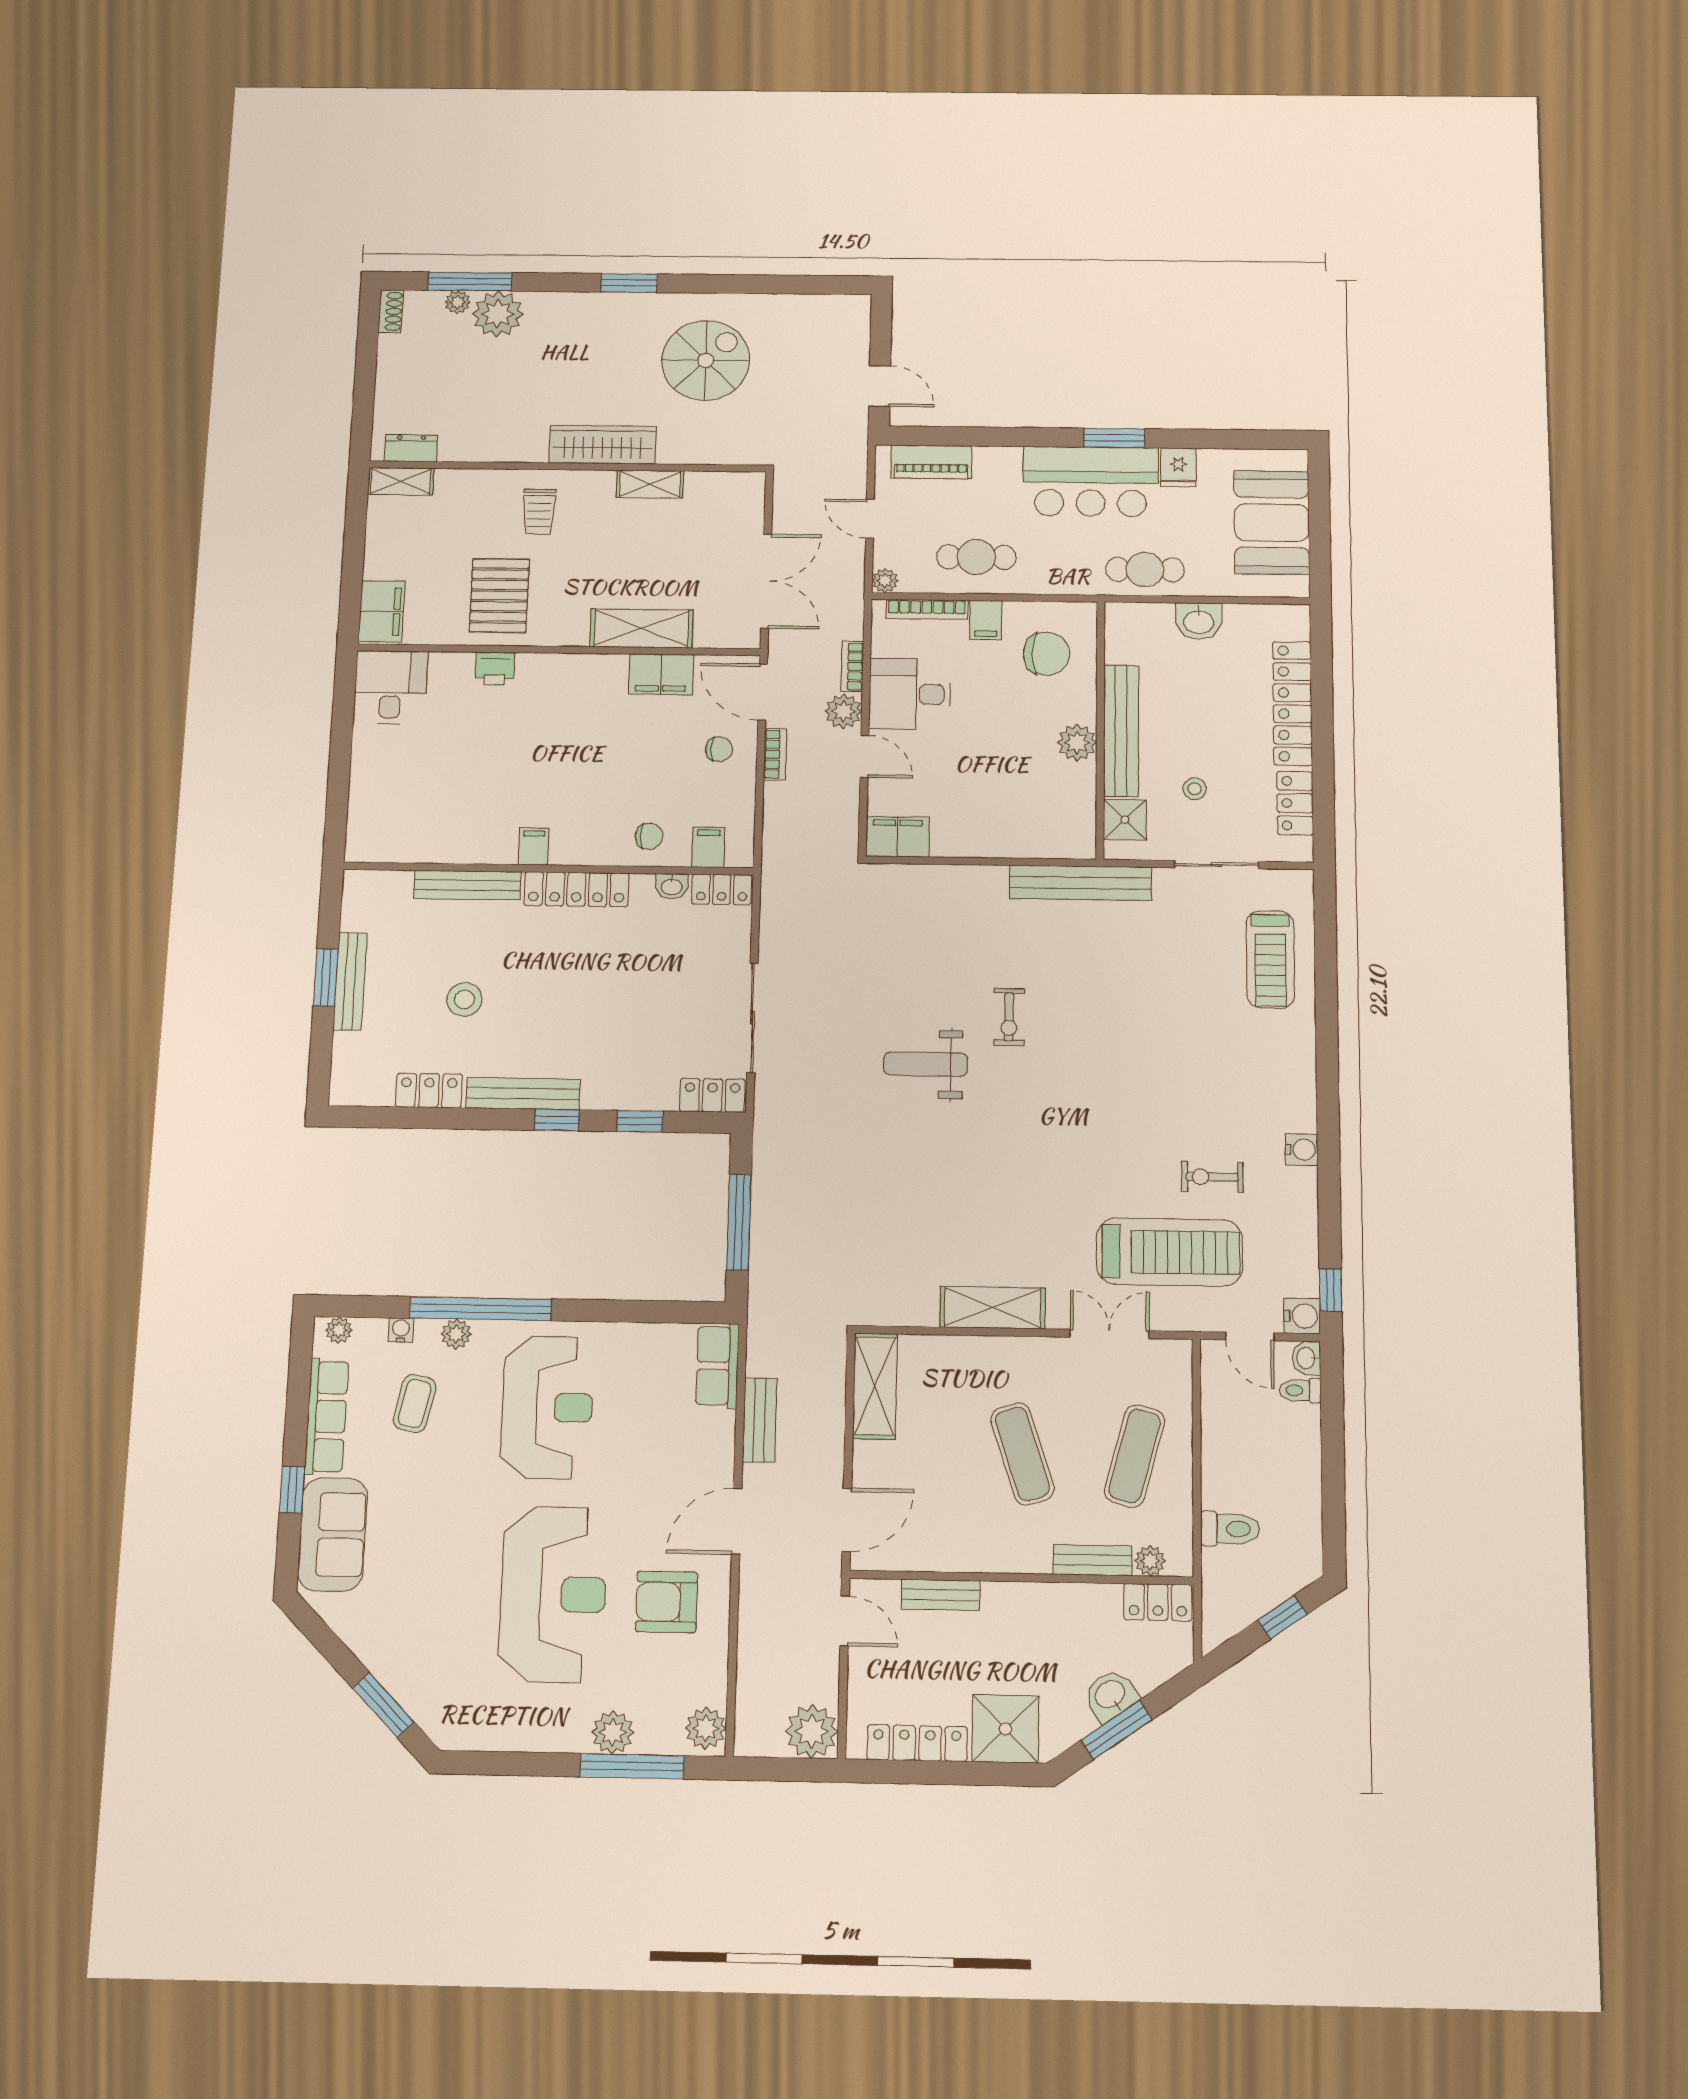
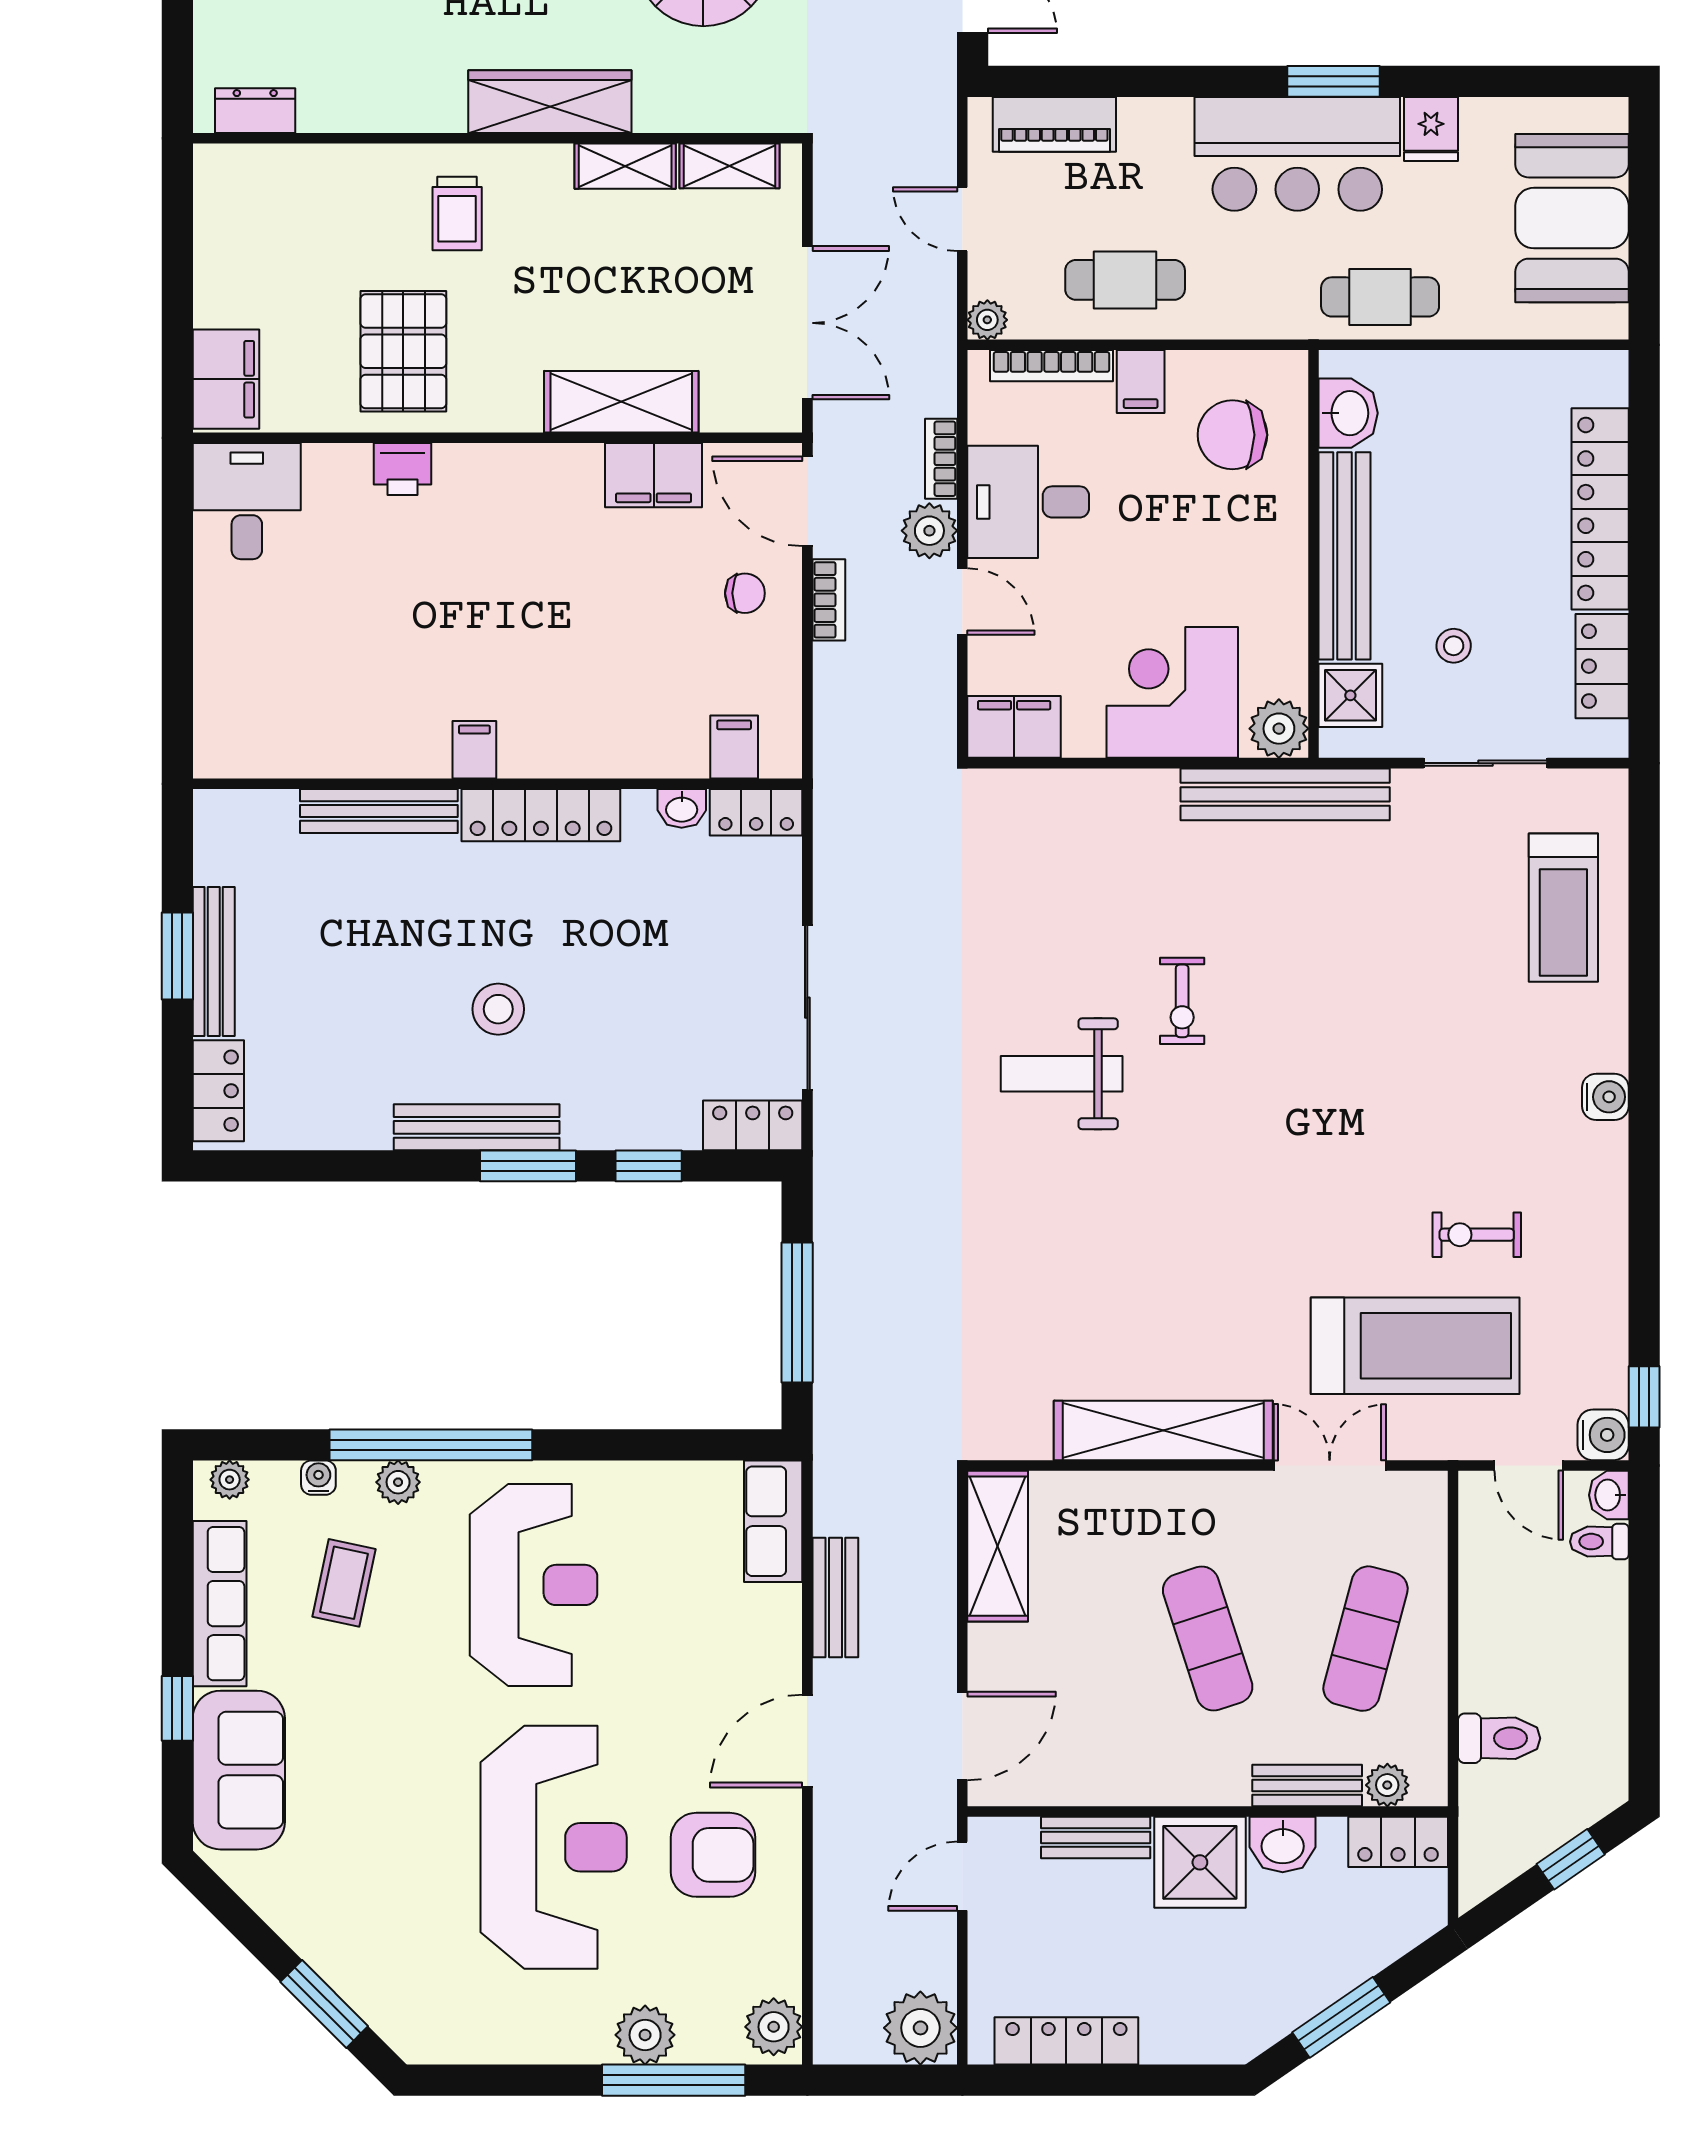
shelving: (401, 481) -> (730, 166), moved
washbasin: (1199, 621) -> (1348, 413), moved, turned -90
chair: (1046, 654) -> (1232, 435), turned 180
plant: (1077, 743) -> (1279, 729), moved
corner desk: (1005, 816) -> (1172, 692), added
chair: (649, 836) -> (645, 731), removed
stool: (464, 1000) -> (498, 1009), moved
locker: (429, 1091) -> (218, 1091), moved, turned 90
window: (557, 1120) -> (528, 1166), width x1.50
water cooler: (1302, 1150) -> (1605, 1097), moved
shelving: (993, 1308) -> (1163, 1431), width x1.47
armchair: (667, 1602) -> (713, 1855), turned 180
door: (845, 1621) -> (962, 1876), swing flipped
washbasin: (1111, 1695) -> (1283, 1845), moved, turned -145
shower: (1005, 1729) -> (1200, 1862), moved

